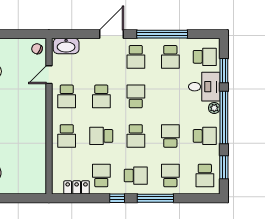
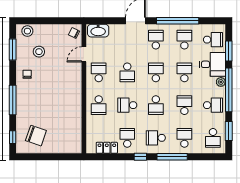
school desk: (136, 57) -> (156, 40), turned 180
school desk: (170, 57) -> (184, 40), turned 180
school desk: (67, 96) -> (99, 72), turned 180
school desk: (170, 96) -> (184, 72), added
school desk: (136, 176) -> (156, 138), turned 180

